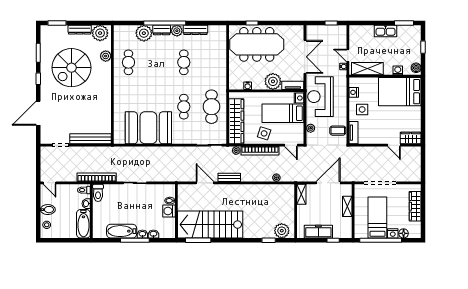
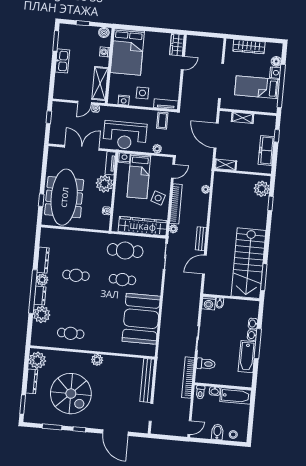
plant: (106, 56) -> (97, 360), moved
toilet: (98, 193) -> (206, 364), moved
washing machine: (169, 211) -> (209, 303), moved

